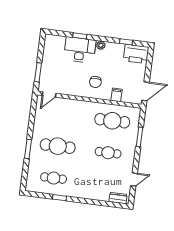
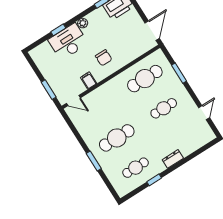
door: (49, 94) -> (73, 101), hinge flipped
filing cabinet: (116, 95) -> (89, 80), moved
dresser: (118, 198) -> (173, 159), moved

